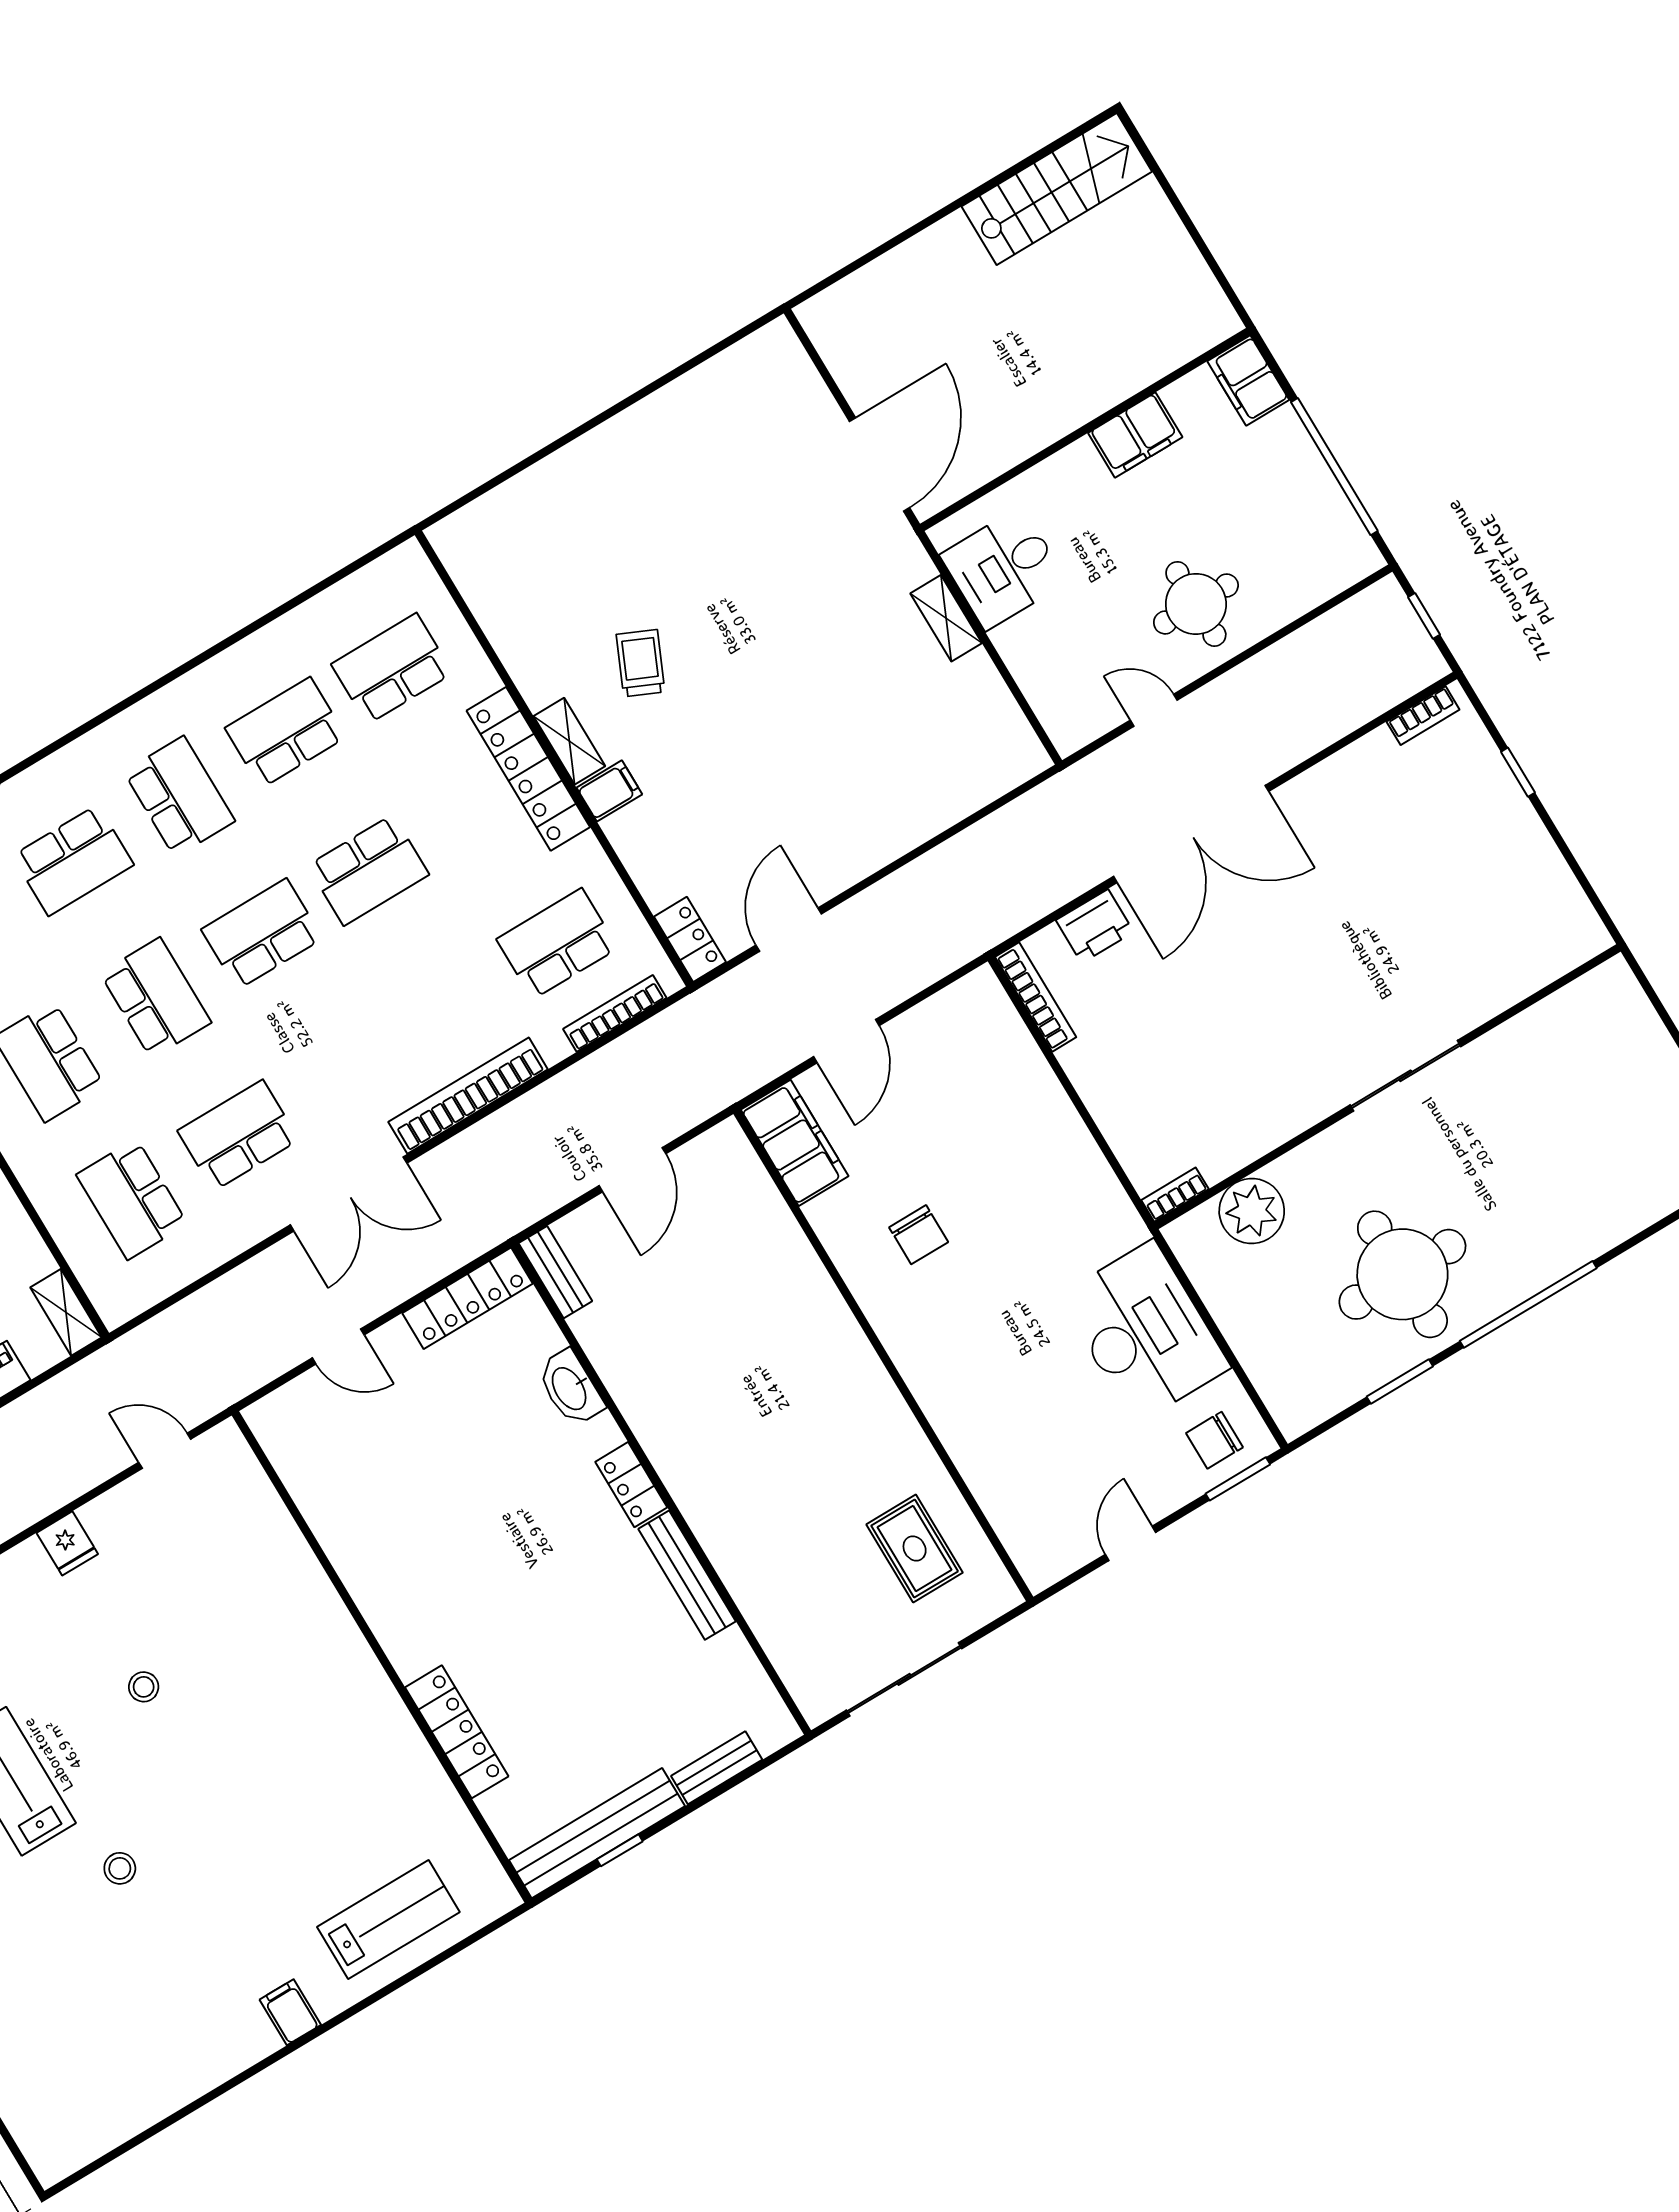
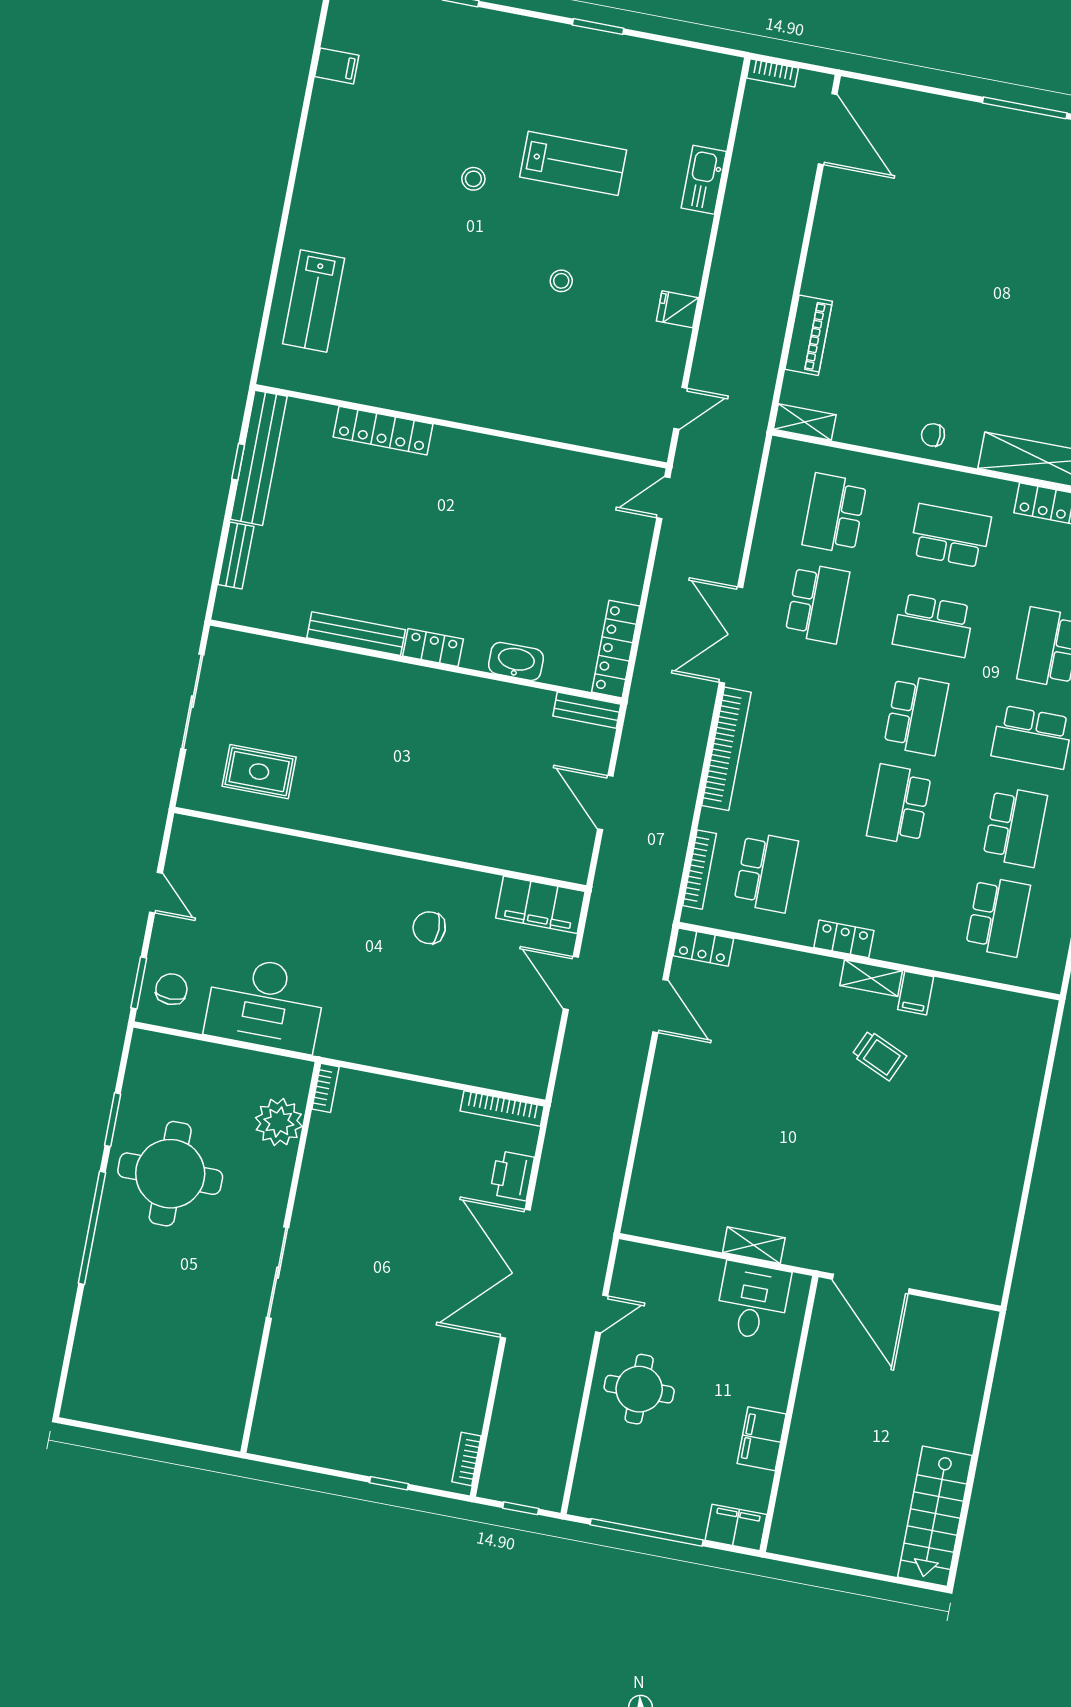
locker: (528, 769) -> (844, 939), width x0.46, depth x0.83
filing cabinet: (609, 791) -> (916, 993), moved
school desk: (132, 1199) -> (834, 514), turned -90
door: (338, 1346) -> (663, 498), moved
filing cabinet: (290, 2012) -> (337, 66), moved

